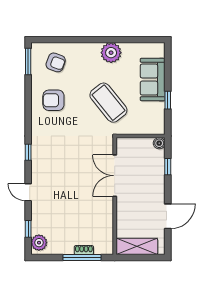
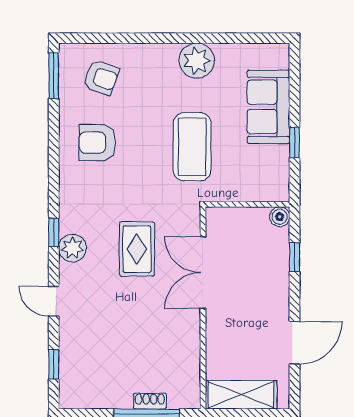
coffee table: (108, 103) -> (192, 147), turned 39
rug: (76, 162) -> (137, 249), added
plant: (39, 243) -> (72, 248), moved

